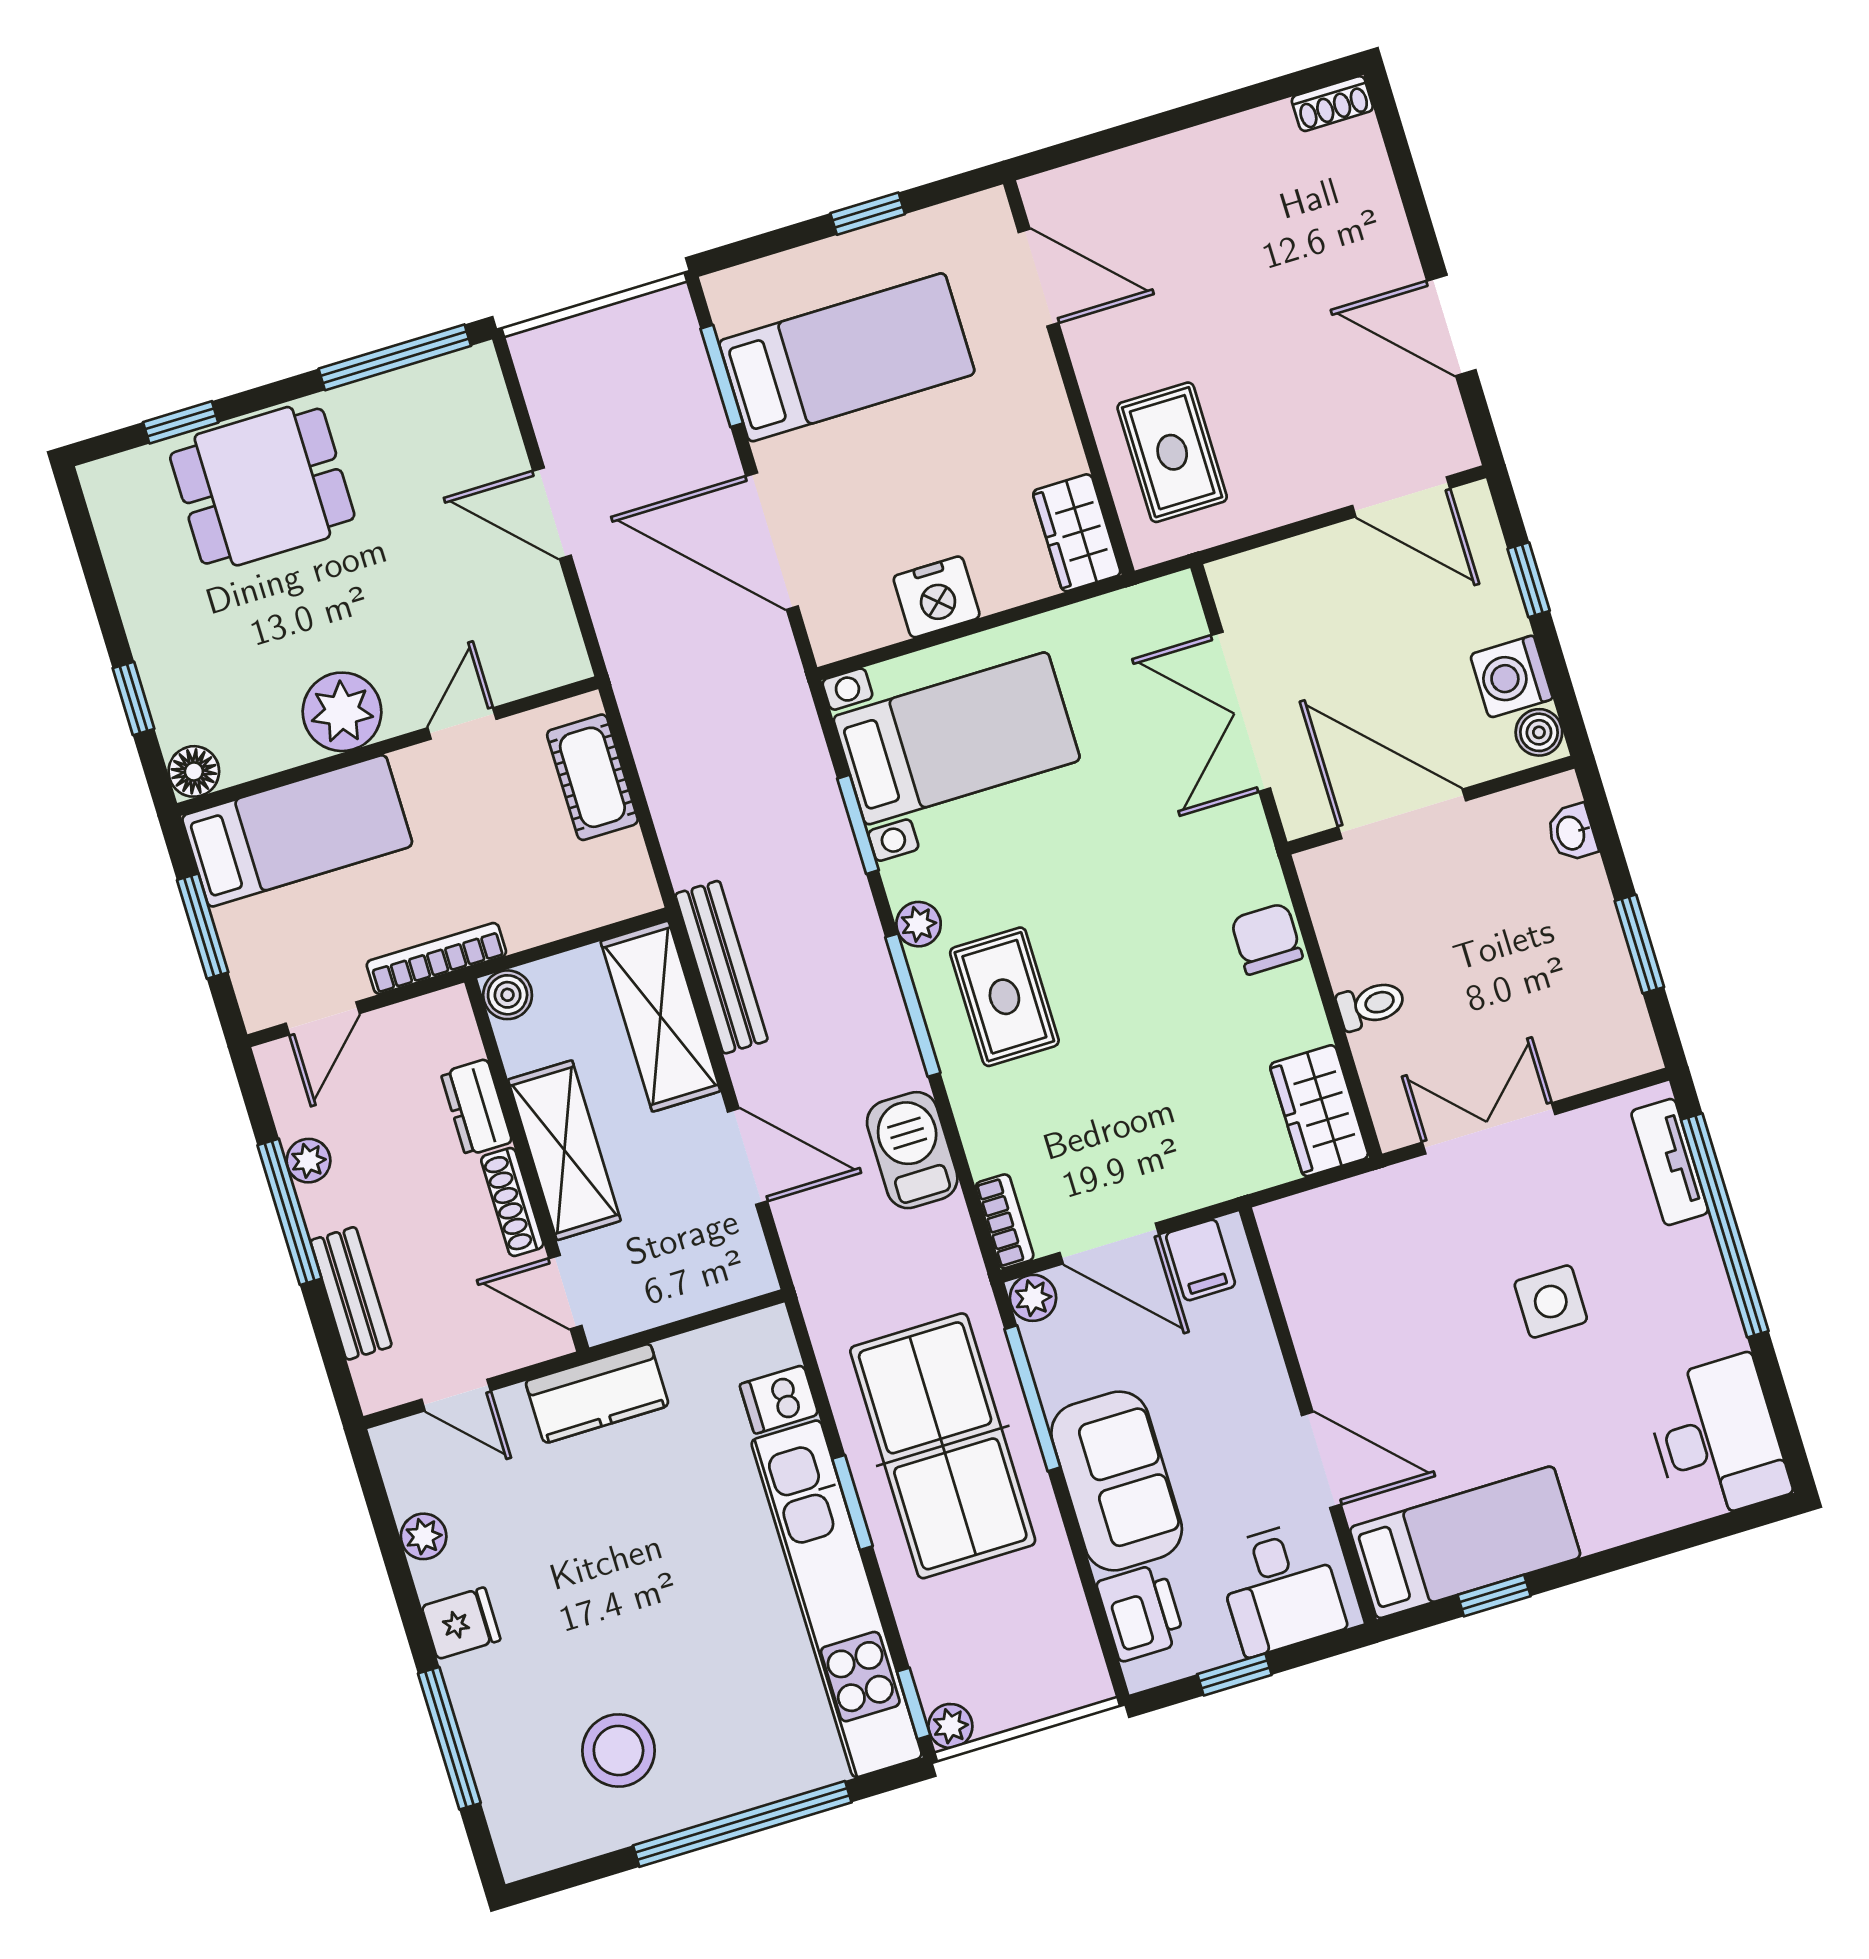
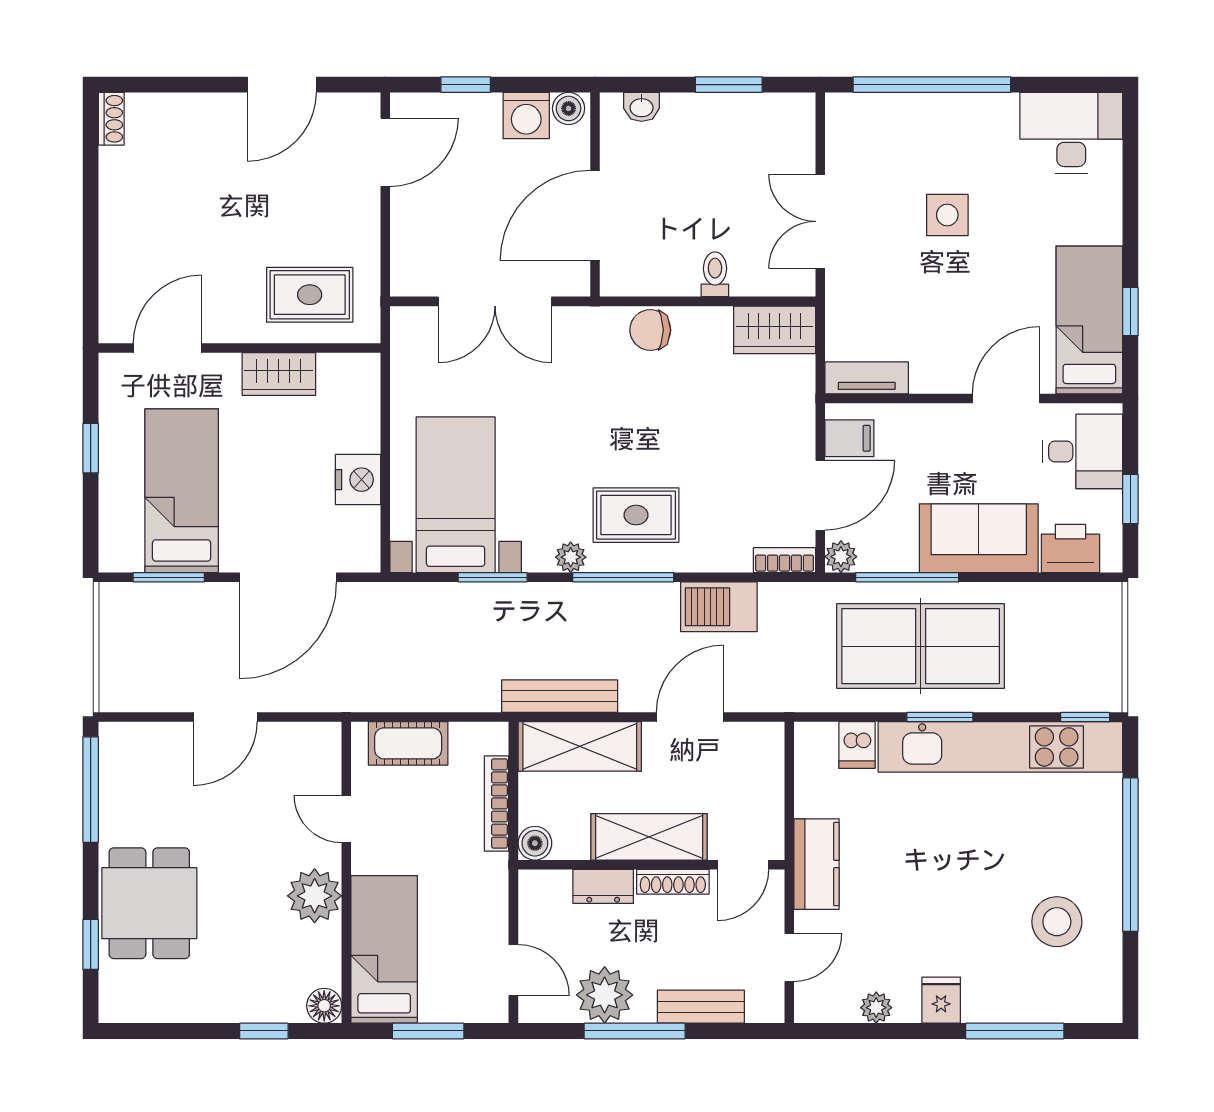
wardrobe: (1077, 533) -> (279, 374), moved
bookcase: (436, 958) -> (497, 803), moved
plant: (308, 1161) -> (605, 995), width x1.88, depth x1.88
tv unit: (1670, 1162) -> (867, 378), moved, turned 180
plant: (950, 1726) -> (1107, 697), removed

